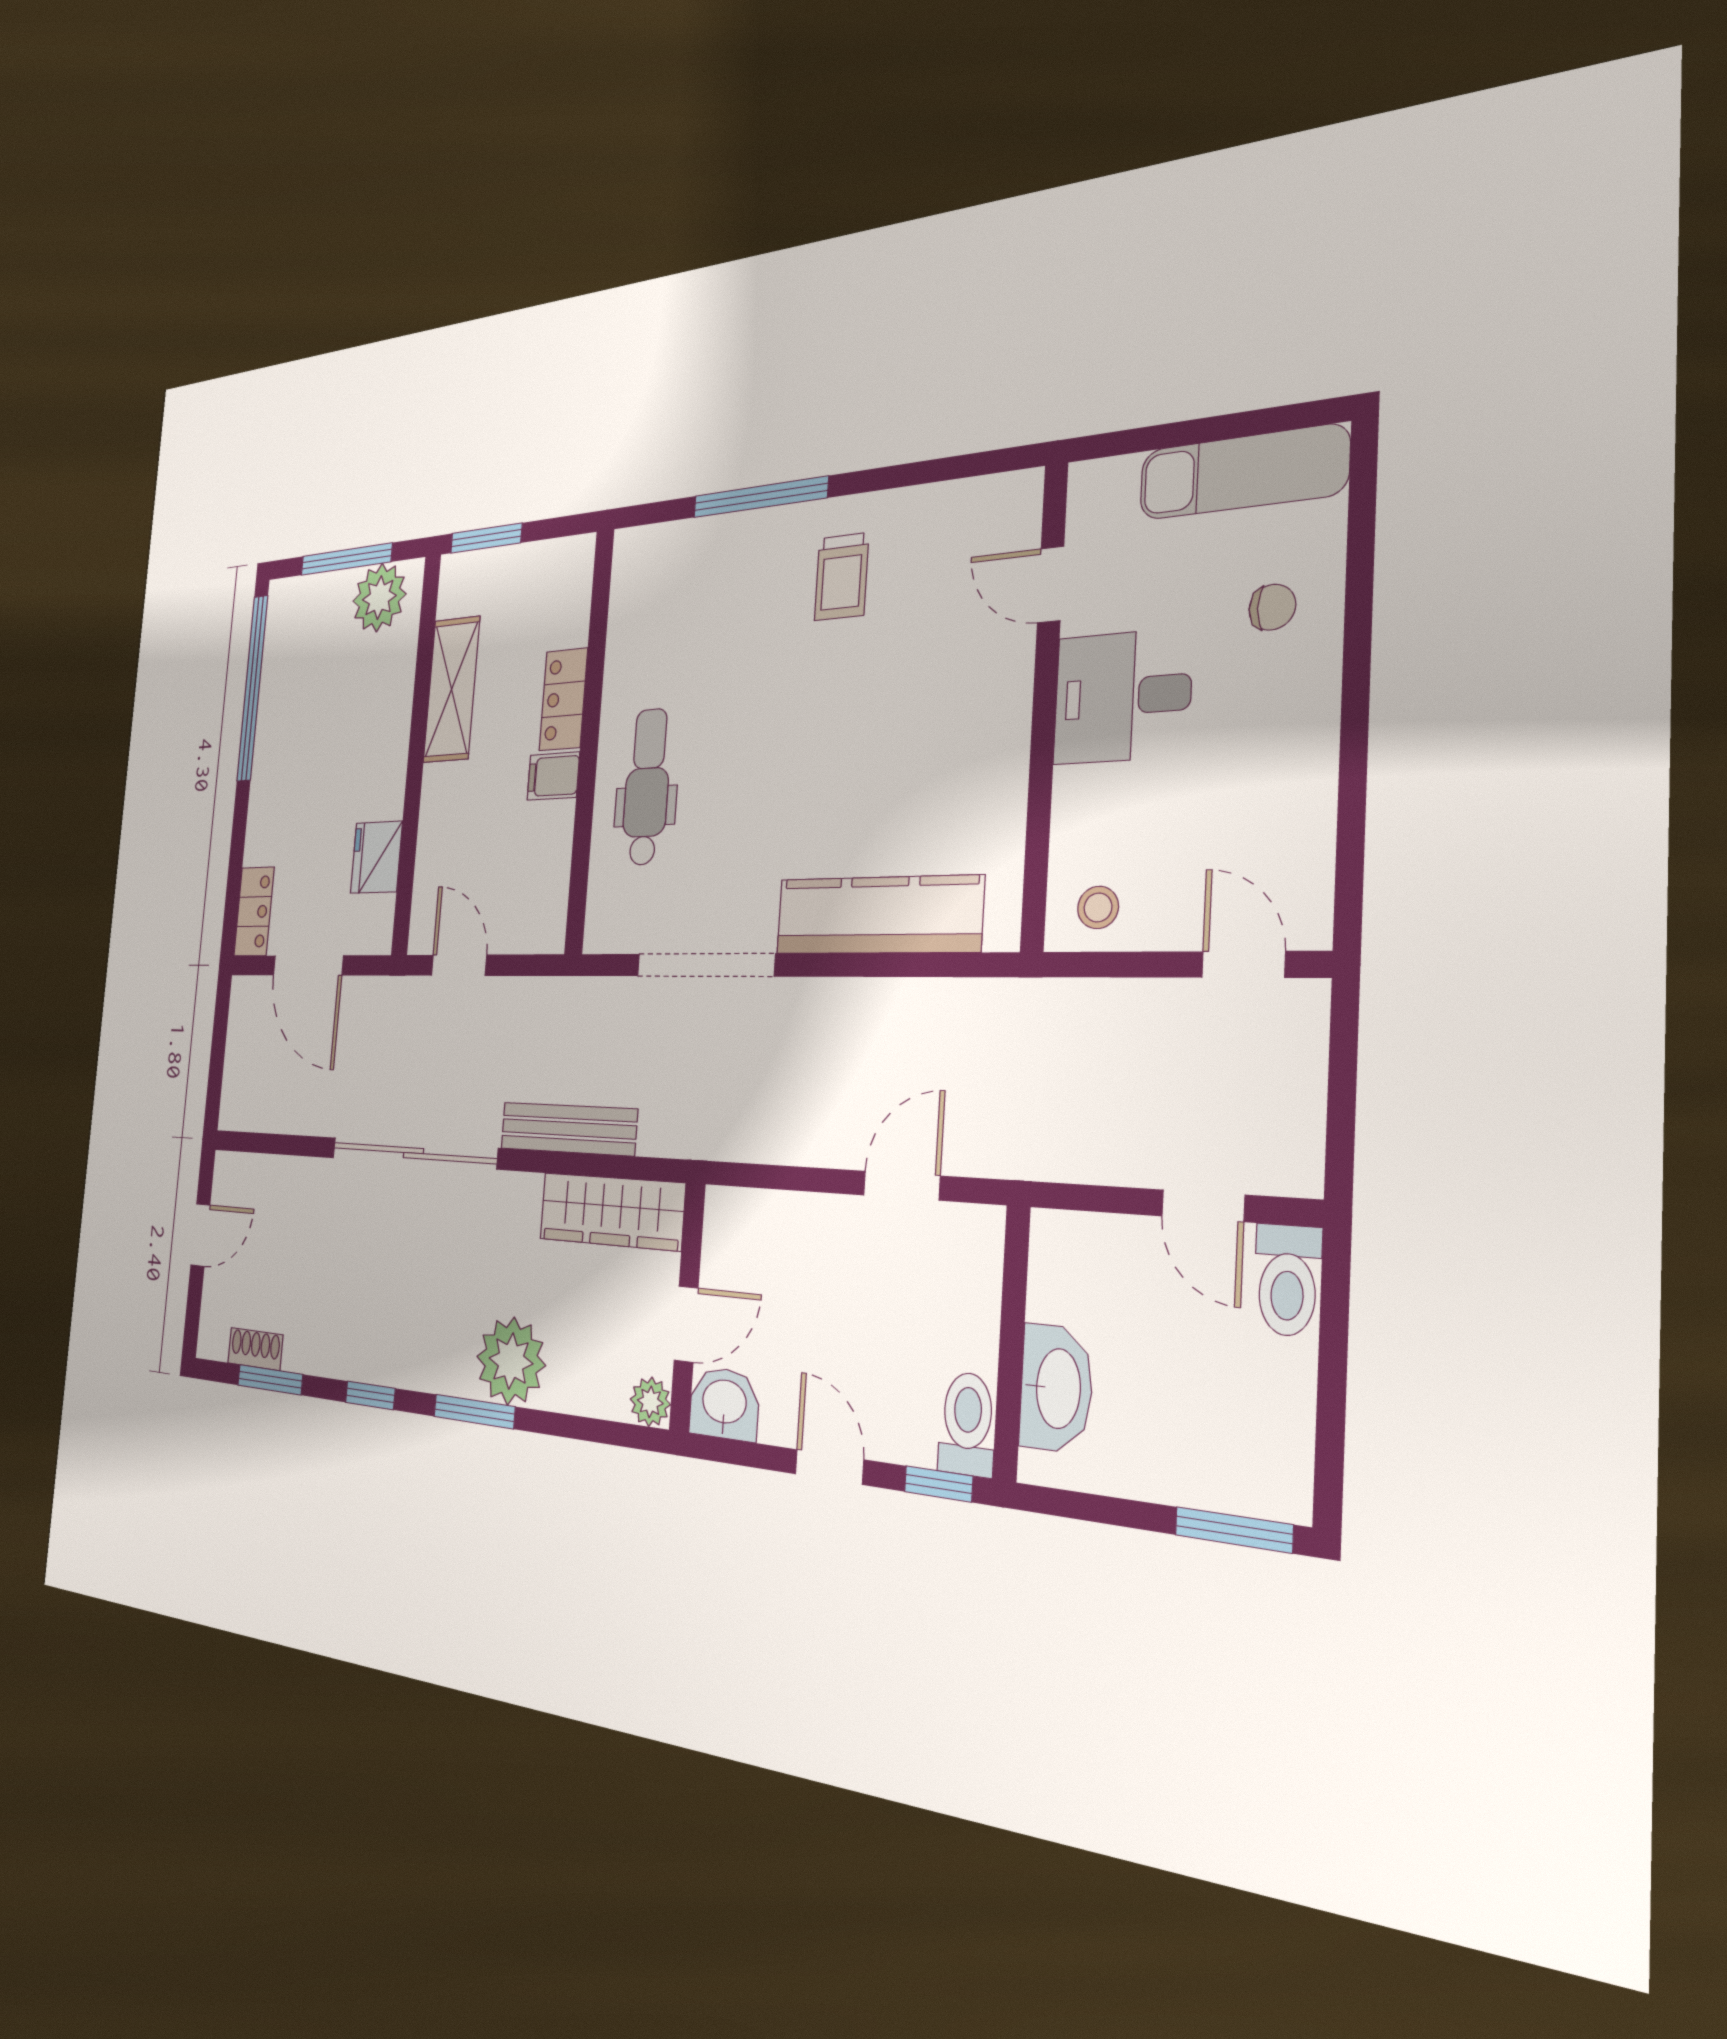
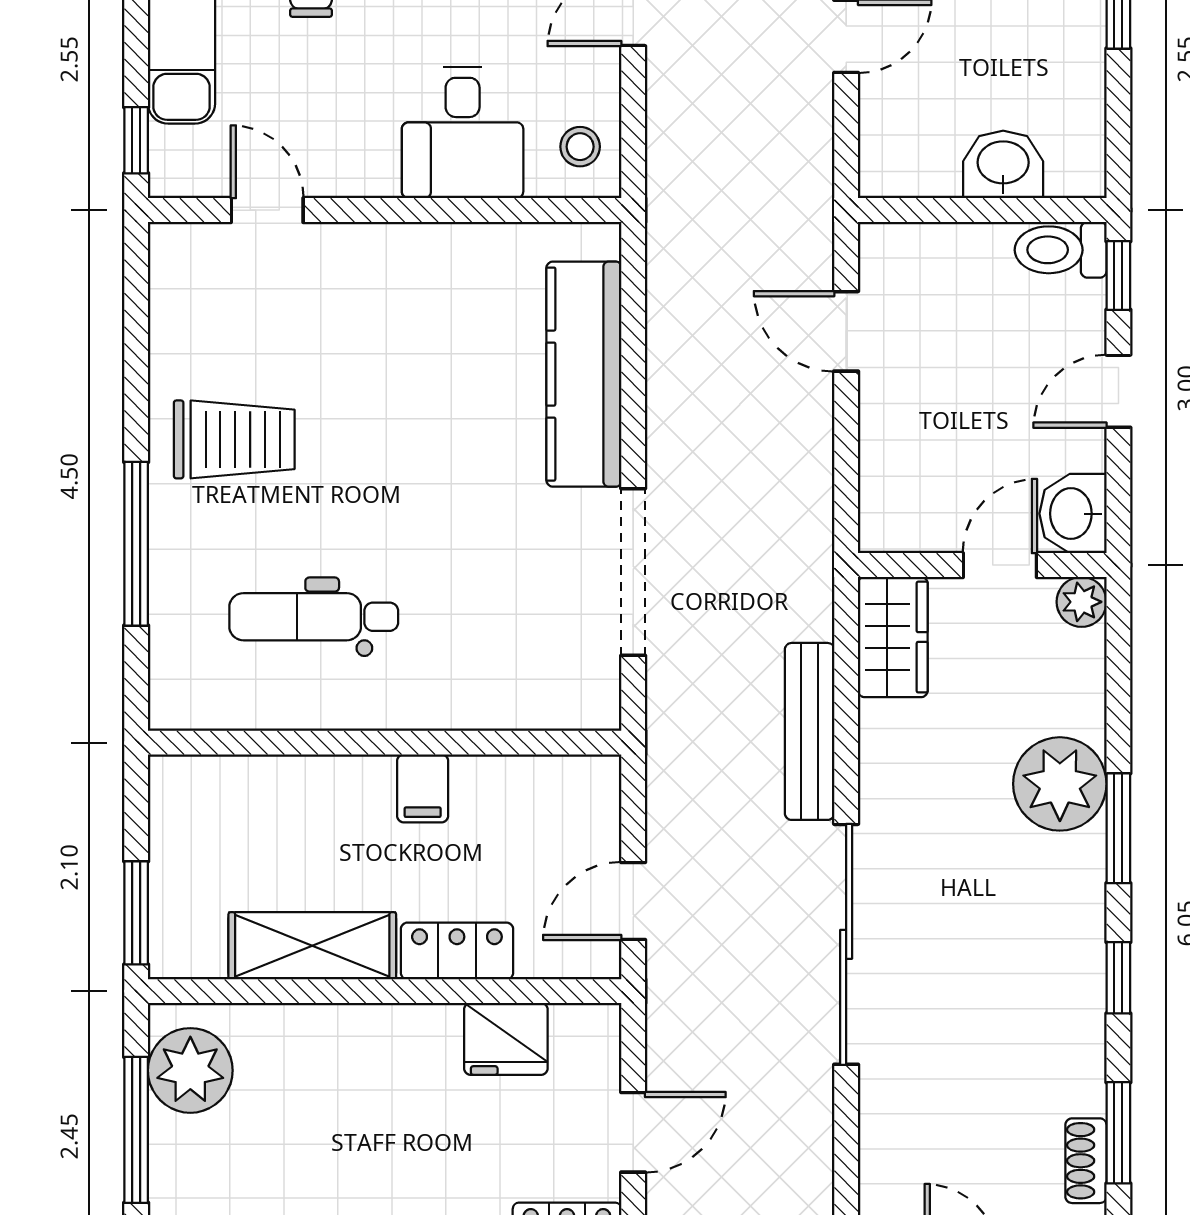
window: (1127, 442) -> (136, 140), added
trolley: (842, 577) -> (234, 439), width x1.36, depth x1.39
door: (1051, 585) -> (267, 210), swing flipped
desk: (1122, 696) -> (463, 133), moved
locker: (563, 699) -> (457, 951), moved, turned 180
dental chair: (647, 787) -> (314, 617), moved
door: (308, 965) -> (633, 1132), width x0.73
wardrobe: (612, 1211) -> (893, 637), width x0.67
door: (686, 1324) -> (1000, 565), hinge flipped
washbasin: (1056, 1388) -> (1003, 164), width x0.72

